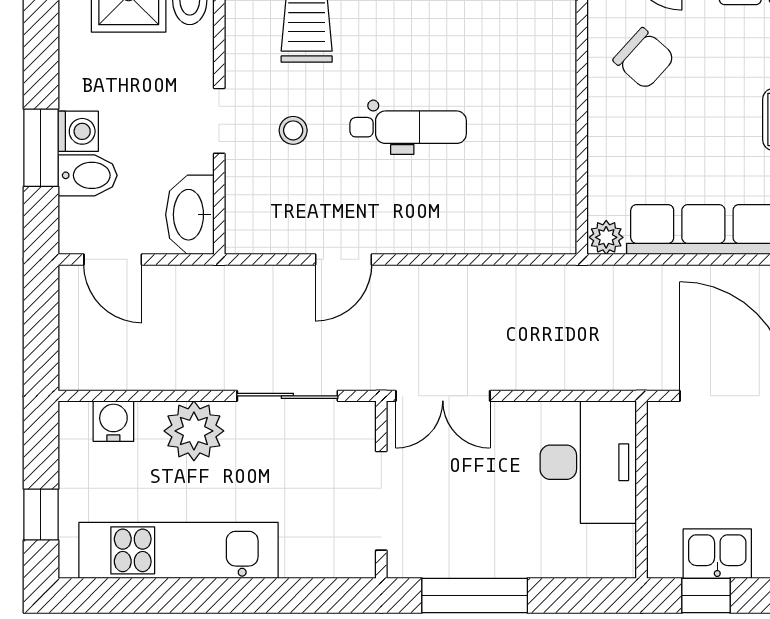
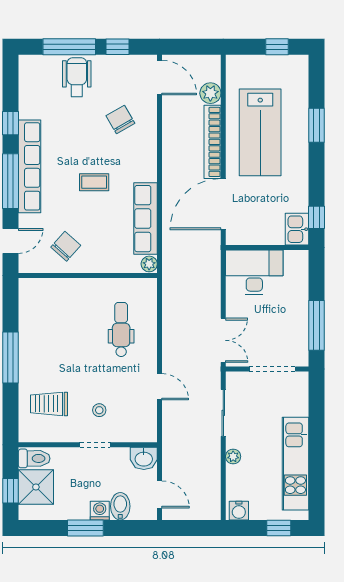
dental chair: (408, 127) -> (121, 329), moved
window: (41, 148) -> (85, 528), moved
washbasin: (190, 215) -> (144, 458), width x0.72
door: (113, 259) -> (160, 494), hinge flipped
water cooler: (113, 421) -> (239, 511), moved, turned -90
plant: (194, 431) -> (233, 457), width x0.53, depth x0.53
kitchen sink: (717, 554) -> (297, 229), moved

